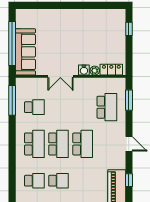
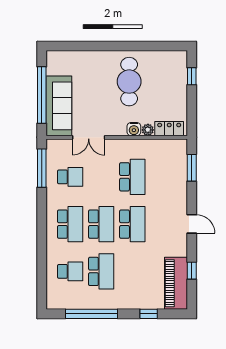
cafe table: (80, 33) -> (129, 82), added
double door: (60, 76) -> (89, 137), moved
school desk: (107, 107) -> (132, 177), moved
school desk: (58, 181) -> (101, 271), width x1.85

